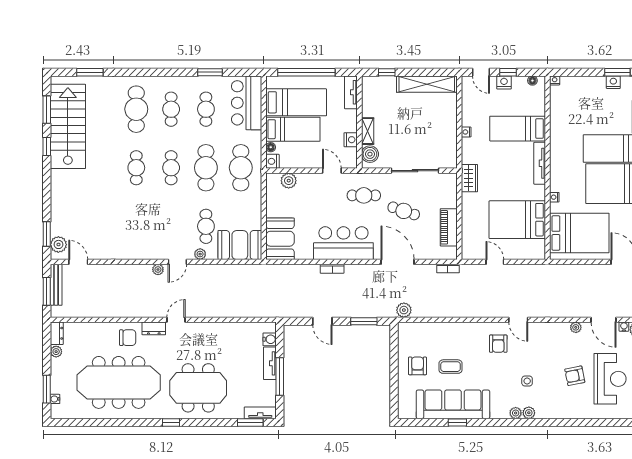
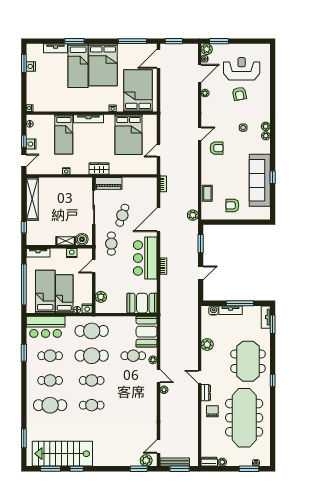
piano: (449, 227) -> (109, 183), moved
plant: (222, 330) -> (207, 345), added
coffee table: (451, 367) -> (207, 193), moved

